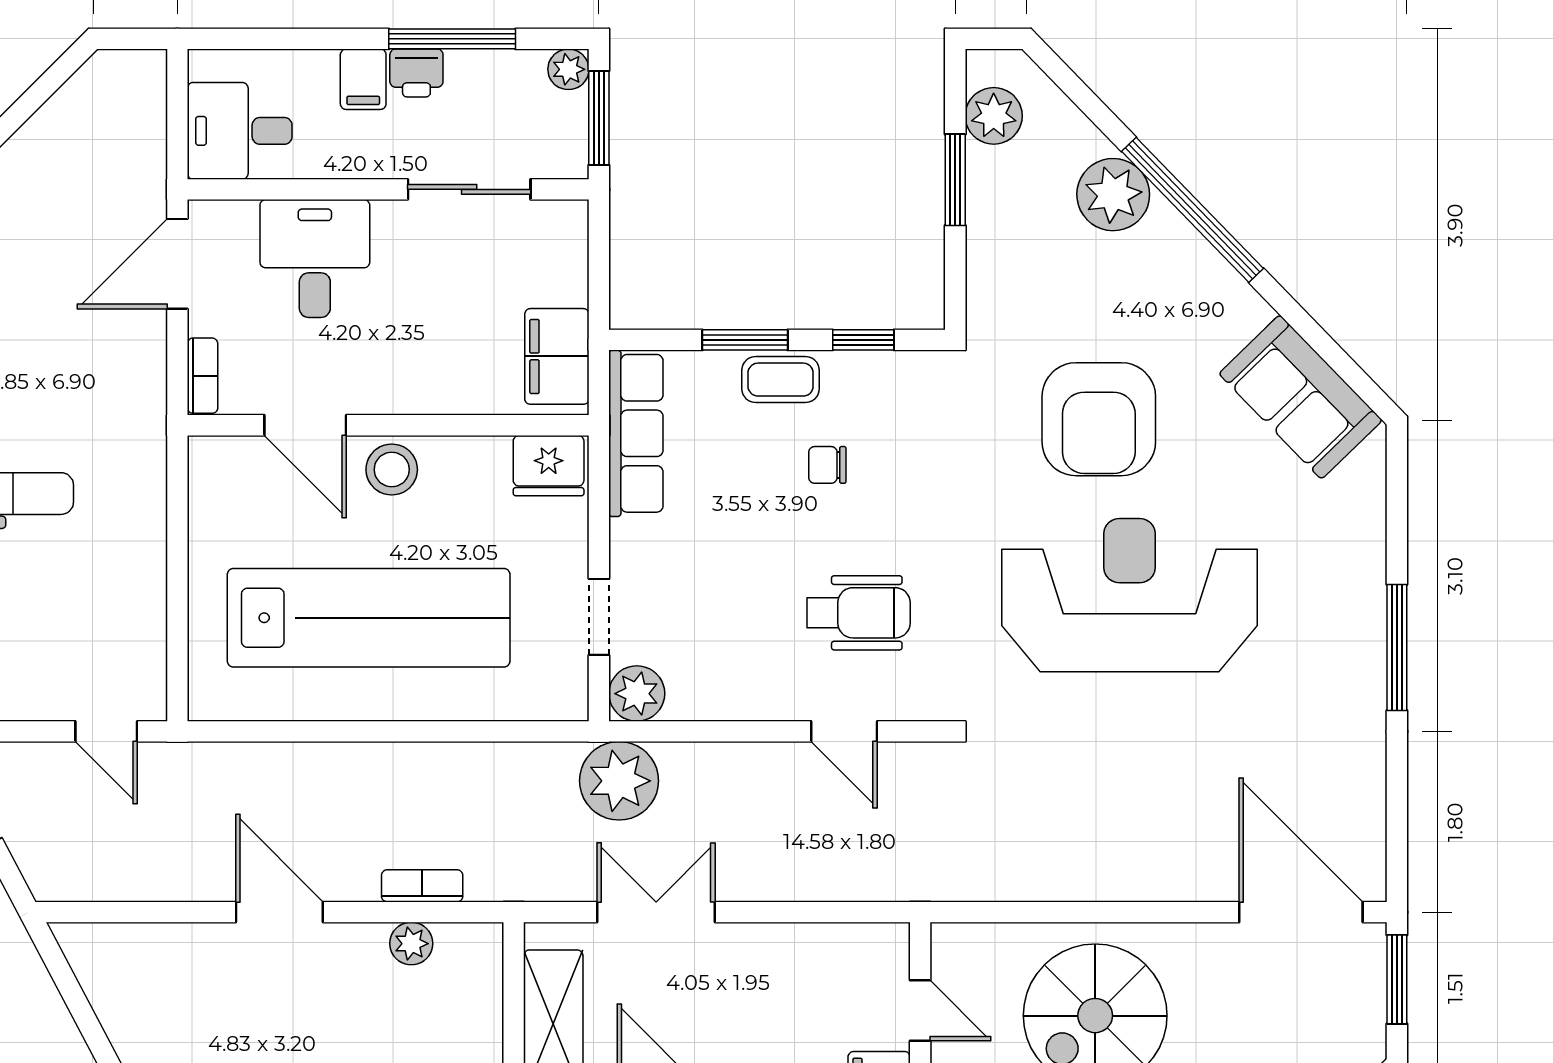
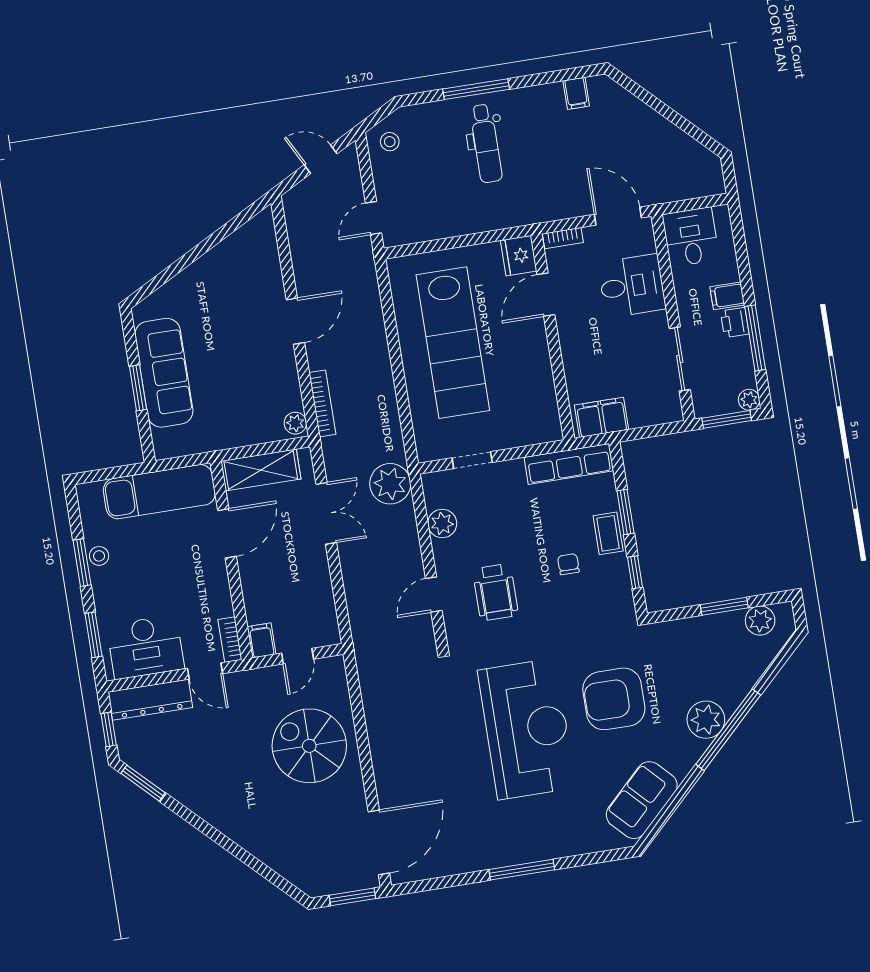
plant: (1113, 195) -> (706, 720), moved
fridge: (549, 466) -> (519, 256), moved
stool: (392, 470) -> (530, 342), removed
plant: (637, 694) -> (442, 523), moved
bookcase: (422, 886) -> (322, 403), width x1.56
plant: (411, 944) -> (295, 423), moved

